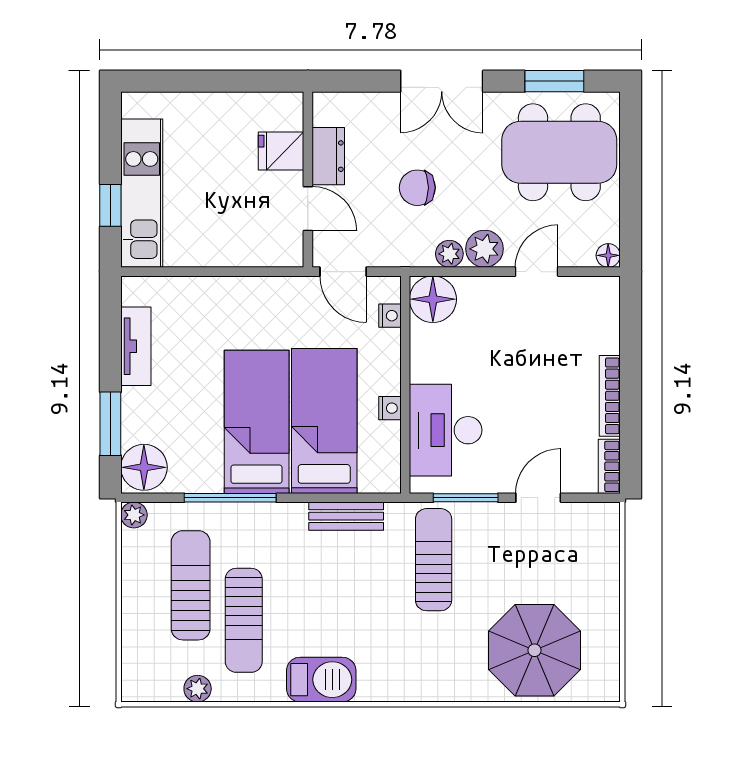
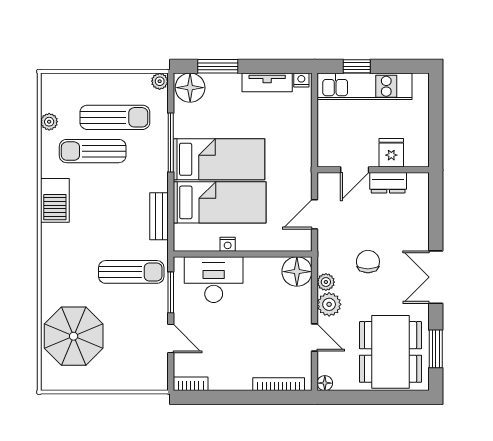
fridge: (281, 151) -> (391, 153), moved
dresser: (328, 156) -> (388, 183), moved
wall: (308, 179) -> (373, 170), moved
door: (308, 209) -> (355, 170), moved
nightstand: (390, 316) -> (301, 80), moved, turned 180
bookcase: (610, 396) -> (279, 384), moved

